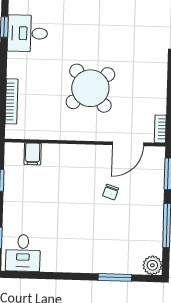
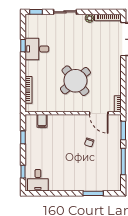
door: (128, 144) -> (99, 113), hinge flipped
plant: (152, 265) -> (115, 185), removed

